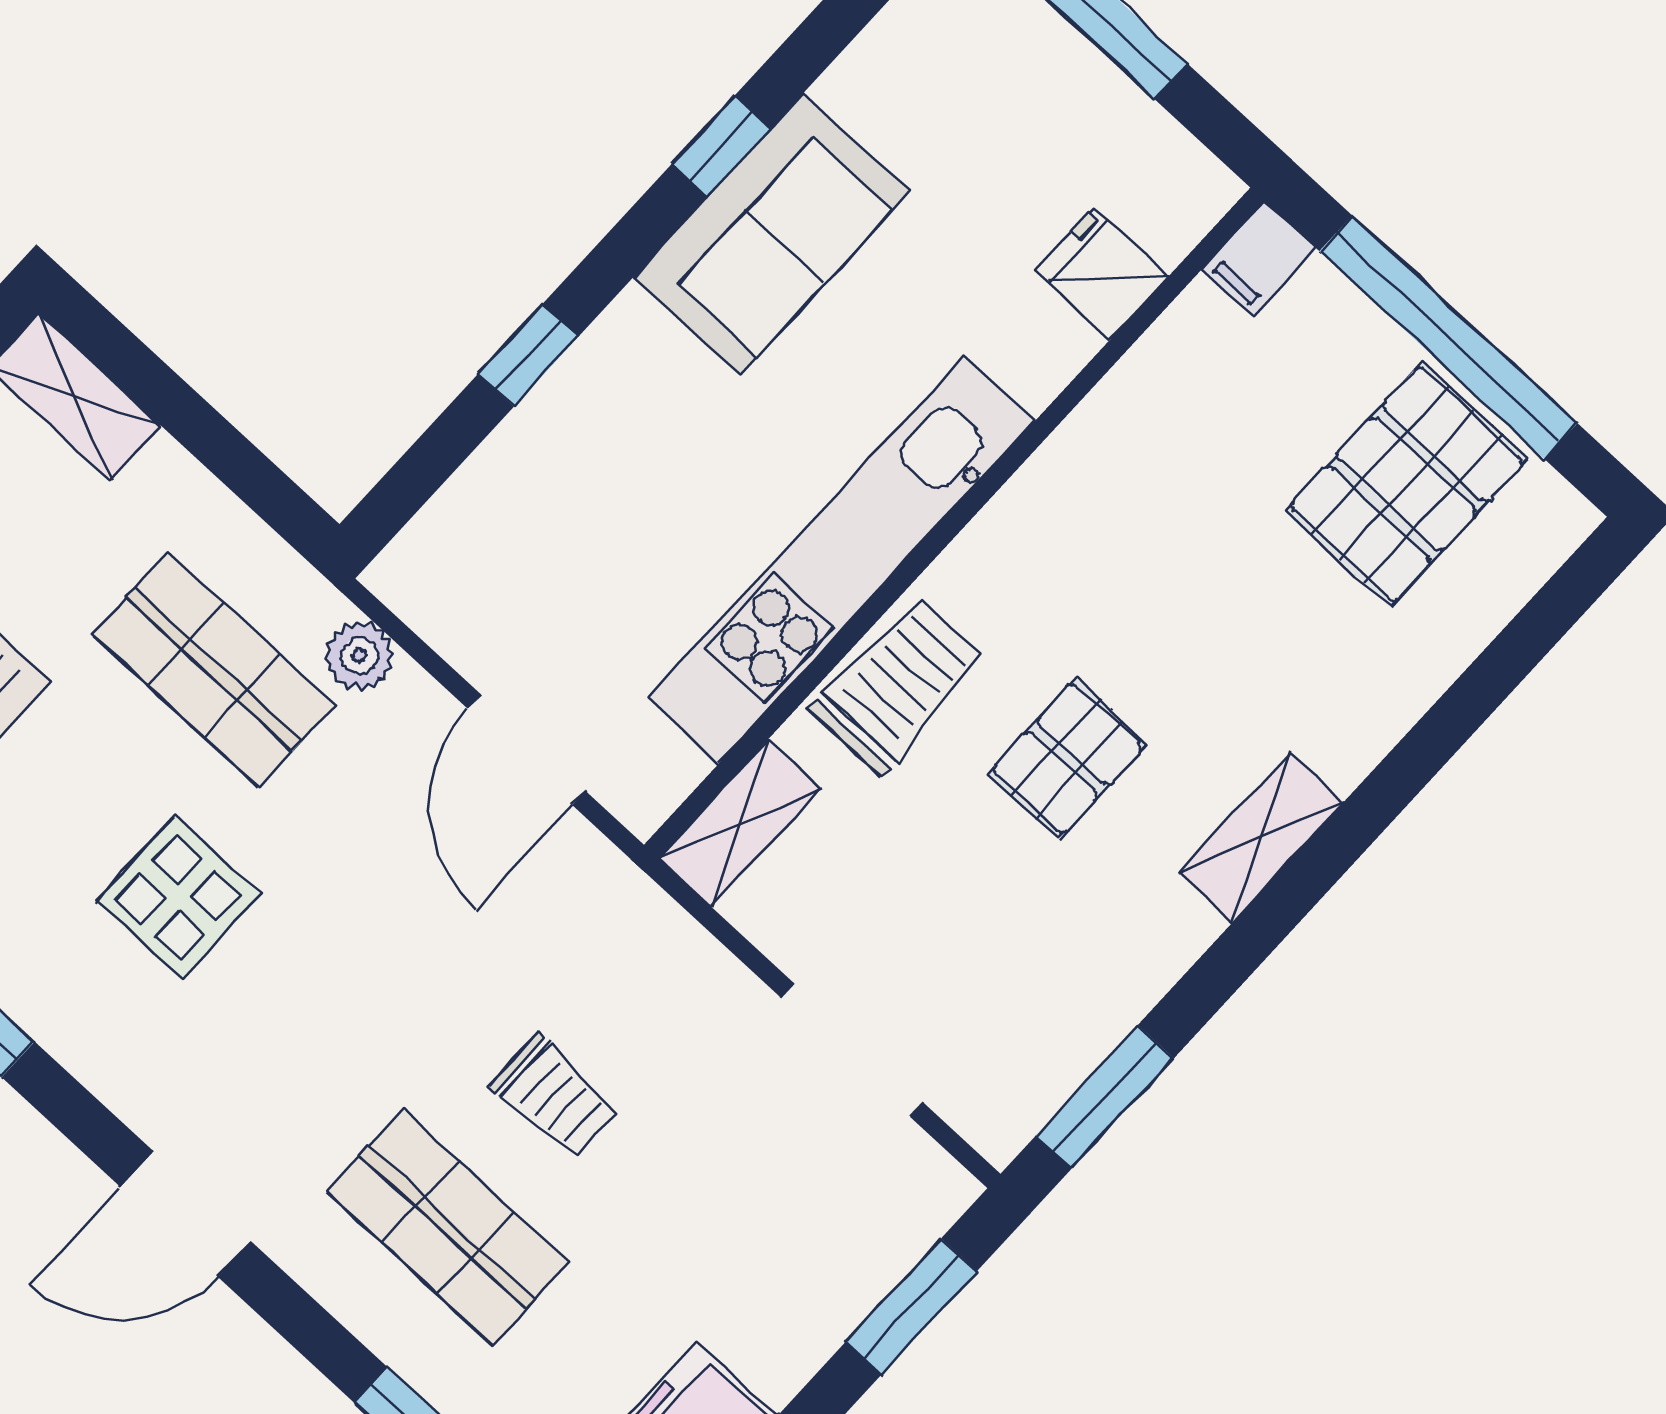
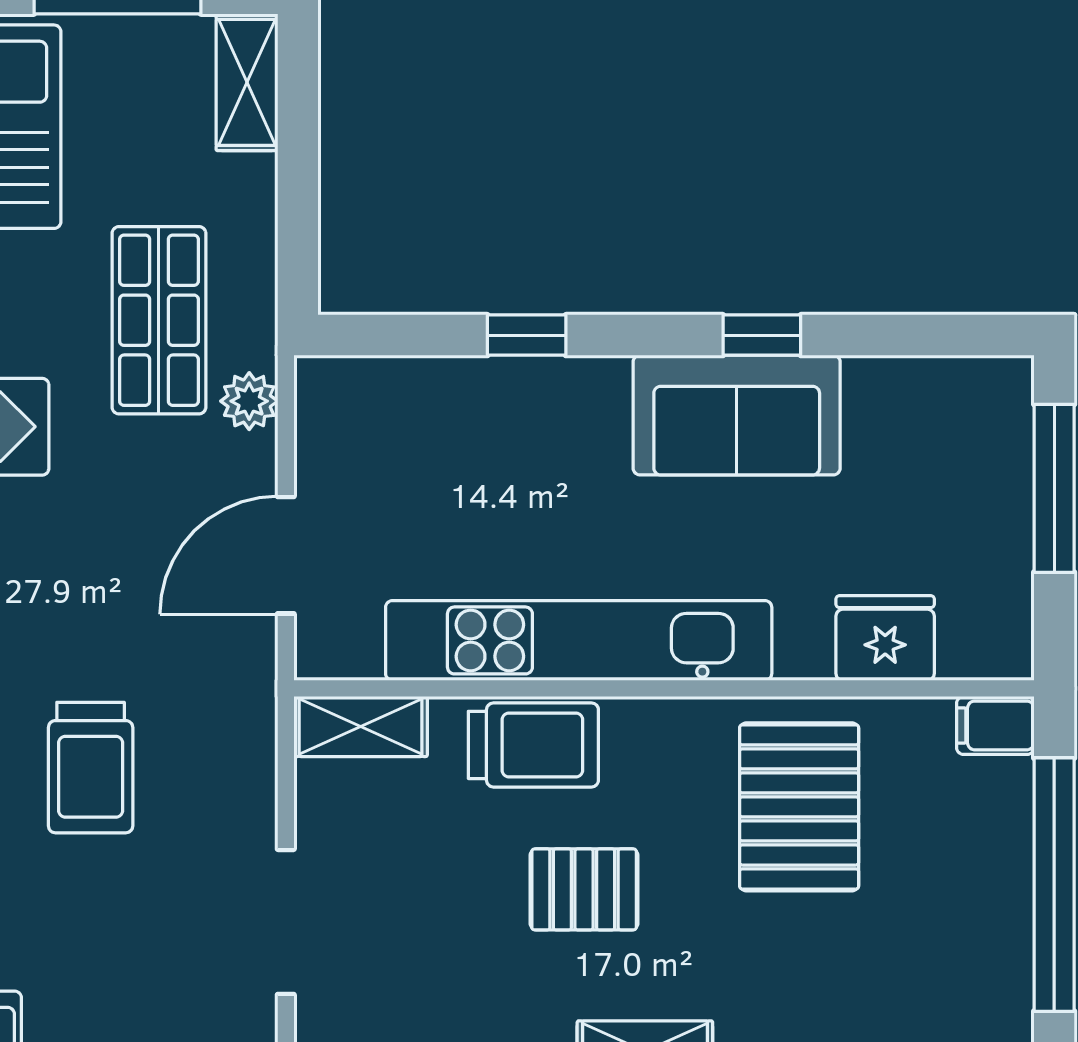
fridge: (1102, 273) -> (885, 638), width x1.38
pallet: (1407, 484) -> (799, 807), moved, turned 90
trolley: (555, 1097) -> (91, 768), width x1.36, depth x1.39

